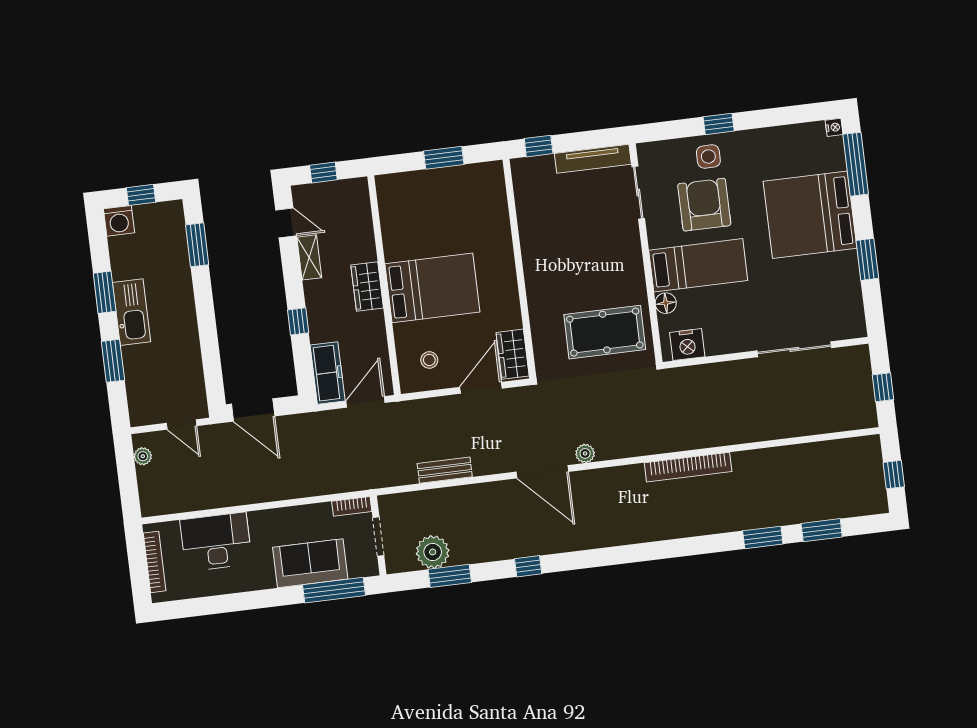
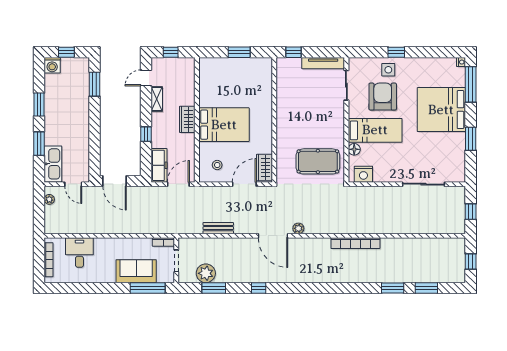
door: (286, 223) -> (146, 78), swing flipped
kitchen sink: (132, 312) -> (53, 164), moved
desk: (216, 542) -> (79, 253), width x0.73

